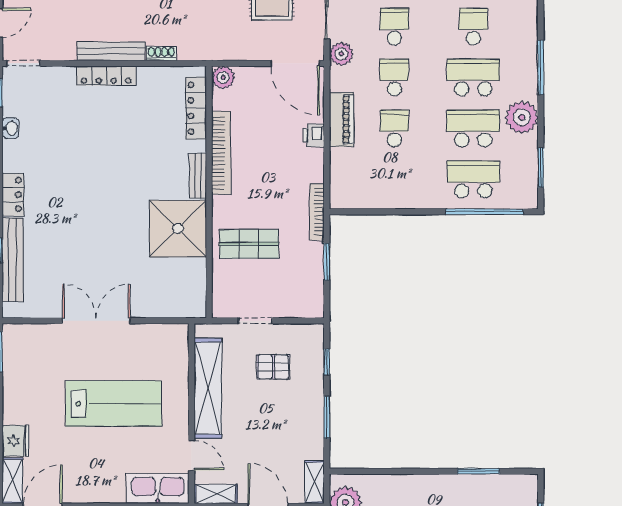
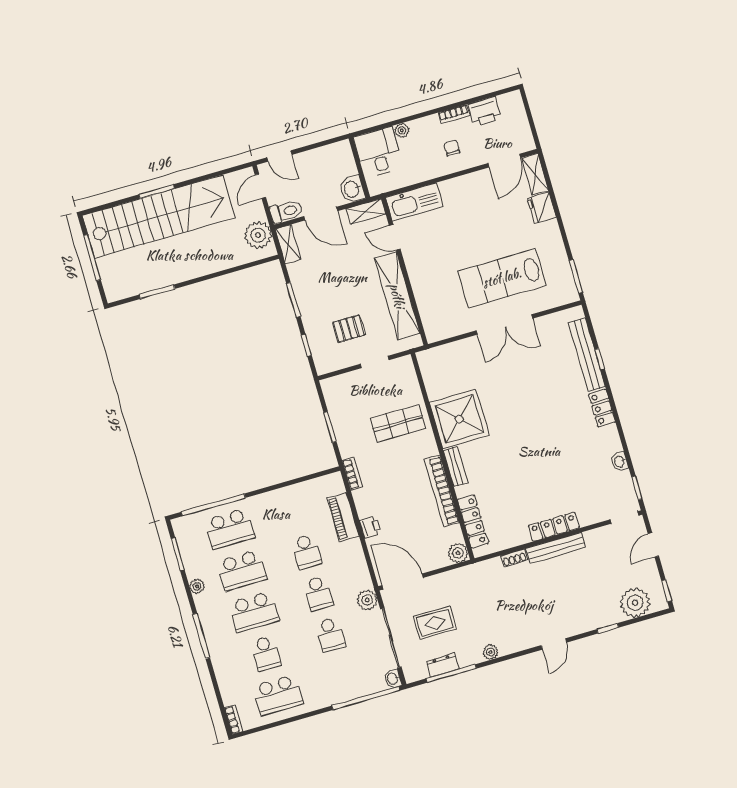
plant: (522, 117) -> (197, 586), width x0.53, depth x0.53
piano: (342, 119) -> (343, 517), moved
bookcase: (317, 212) -> (352, 474), width x0.64
lab bench: (114, 404) -> (502, 278), moved

